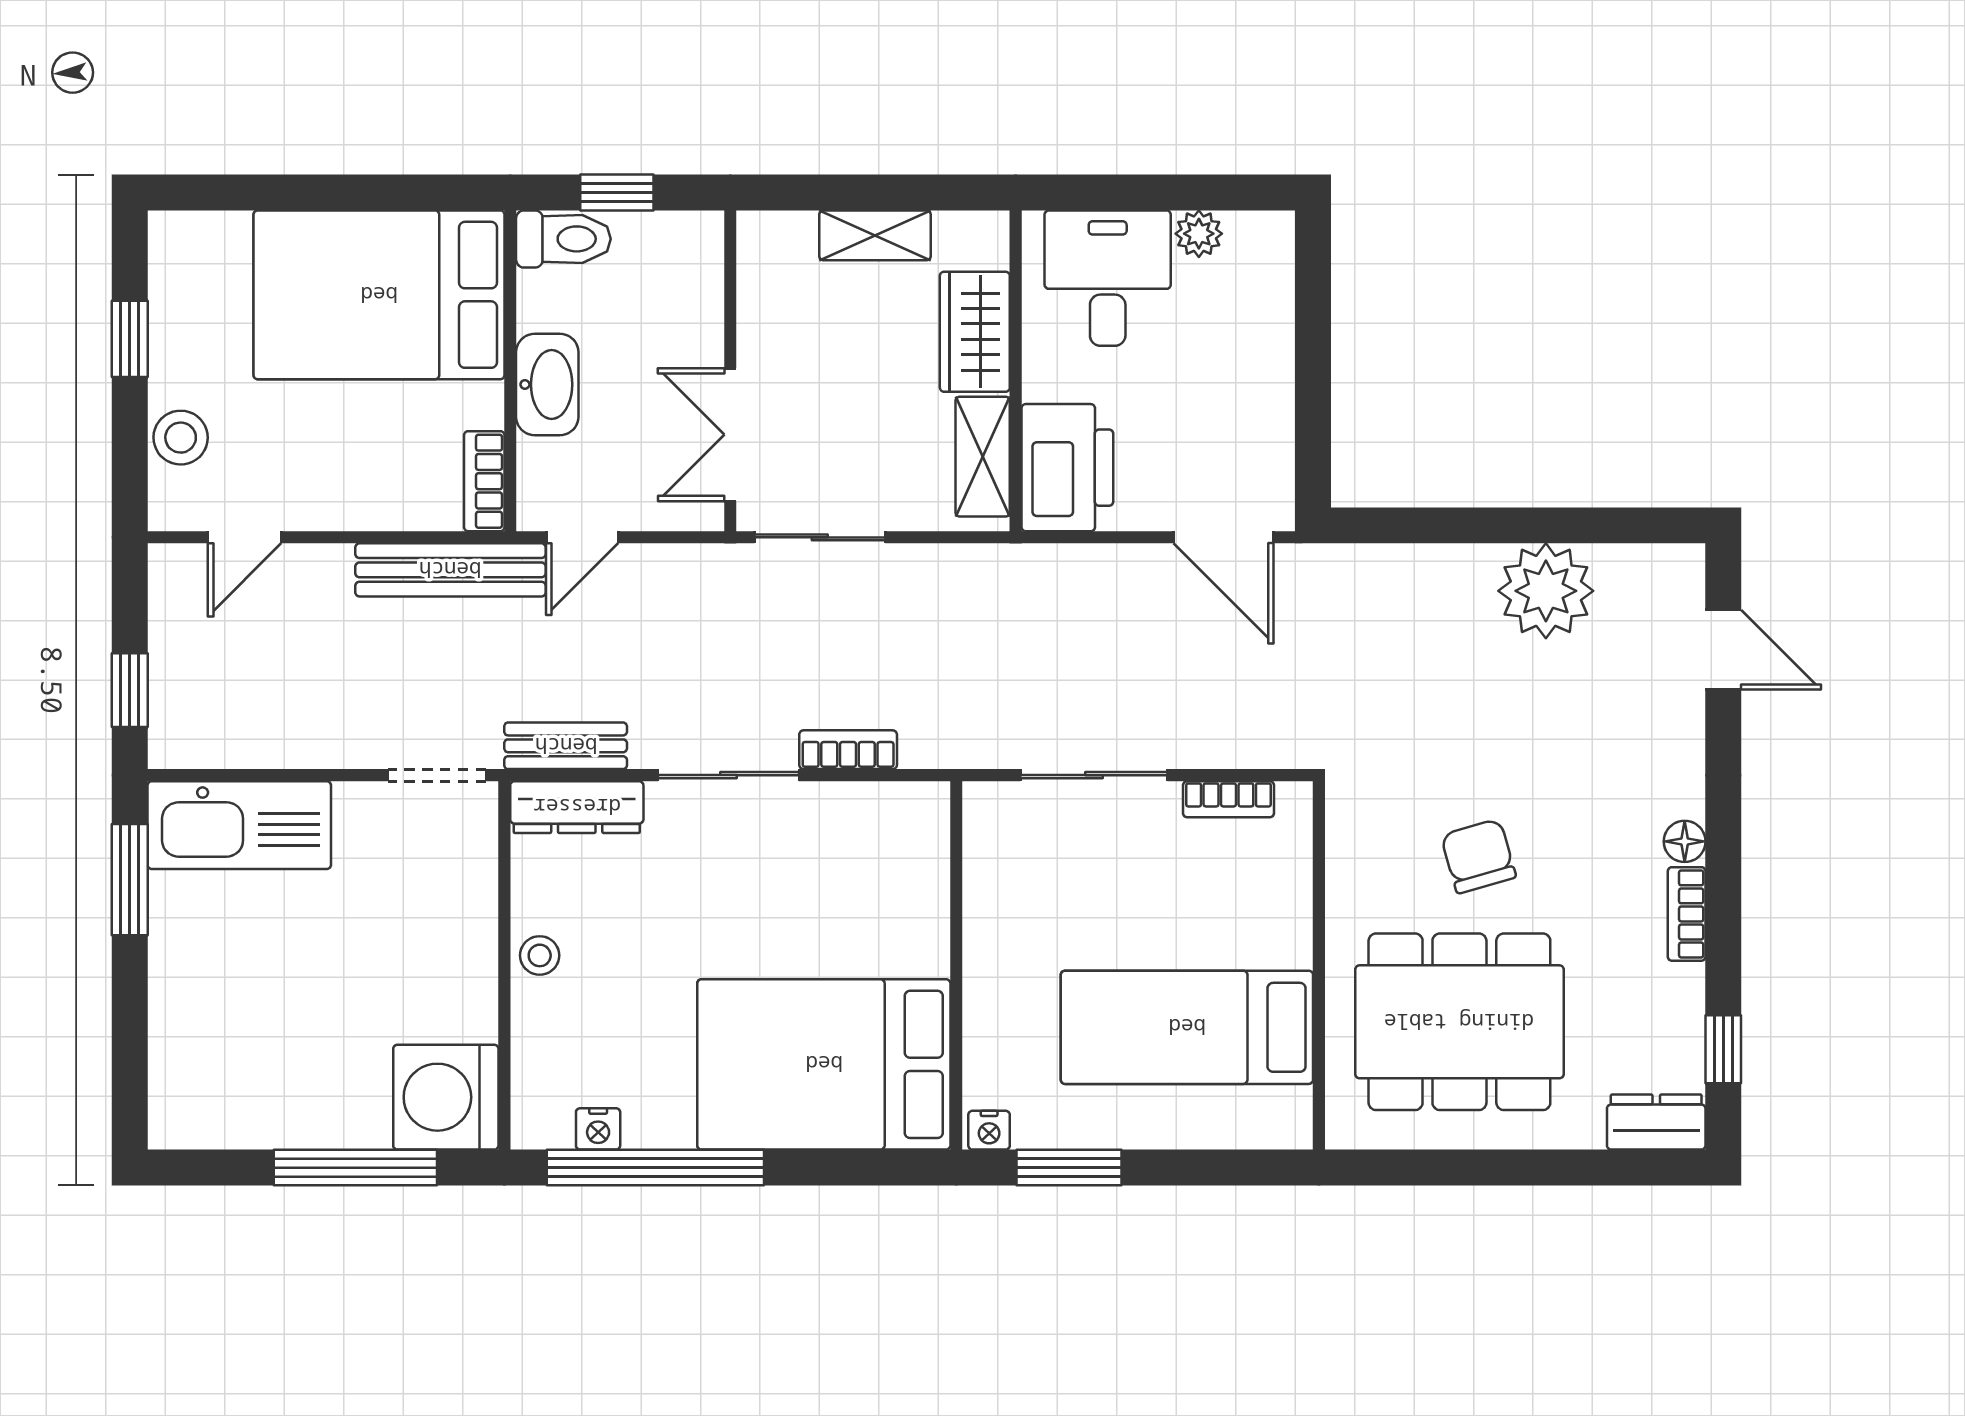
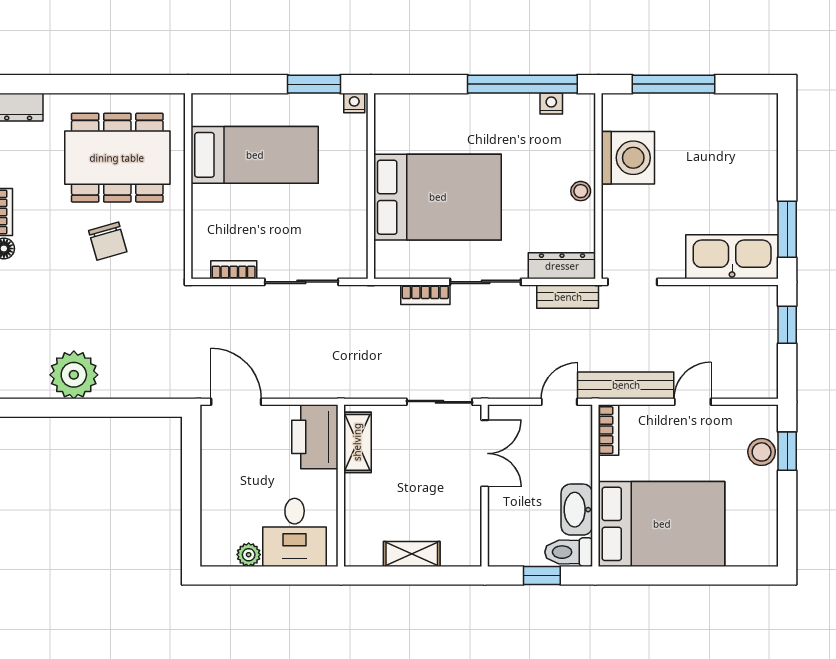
wardrobe: (975, 332) -> (361, 505), removed
window: (130, 339) -> (787, 451), moved
washbasin: (547, 384) -> (577, 510), moved
door: (245, 537) -> (693, 402), moved
bed: (824, 1064) -> (438, 197), moved
washing machine: (446, 1097) -> (628, 158), moved

